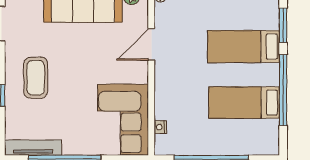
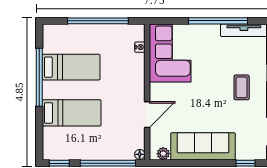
window: (283, 25) -> (39, 130), removed
coffee table: (36, 78) -> (242, 87), width x0.73, depth x0.77

